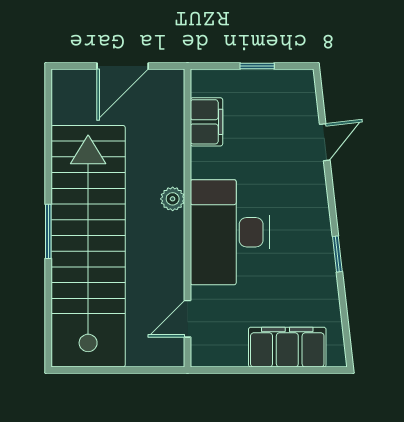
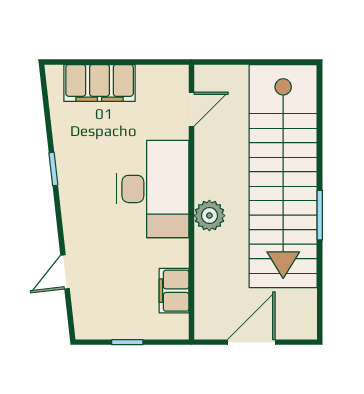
plant: (173, 199) -> (209, 216), width x1.38, depth x1.38
window: (48, 231) -> (320, 215), moved

